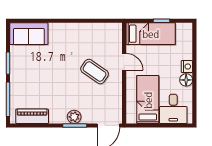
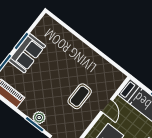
sofa: (29, 34) -> (27, 53), moved, turned -90
coffee table: (95, 72) -> (80, 96), turned 55

